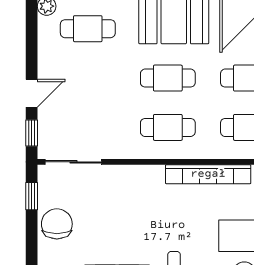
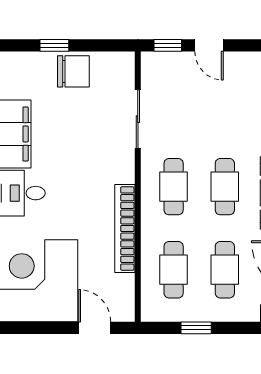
sliding door: (73, 162) -> (138, 119), moved
window: (32, 196) -> (54, 45), moved

